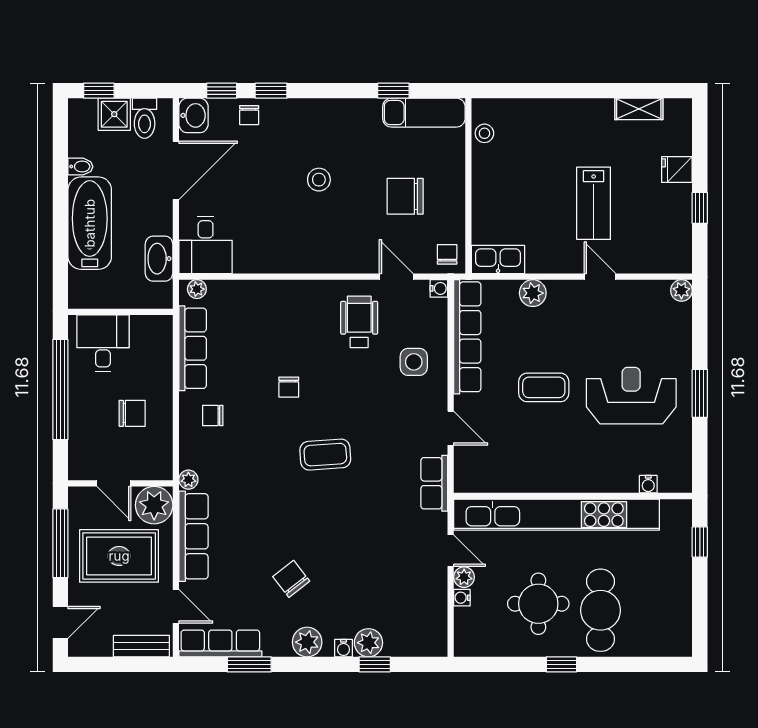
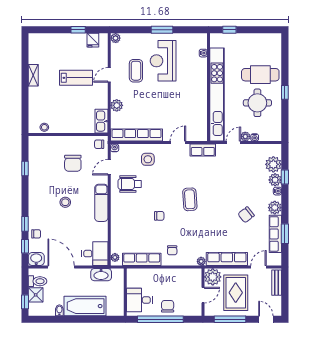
shelving: (639, 109) -> (33, 75), moved
exam couch: (424, 113) -> (101, 203), moved, turned 180
fridge: (677, 170) -> (93, 40), moved
coffee table: (544, 387) -> (136, 71), moved
chair: (132, 413) -> (168, 306), moved
plant: (402, 639) -> (273, 164), added
row of seats: (220, 643) -> (275, 234), moved

